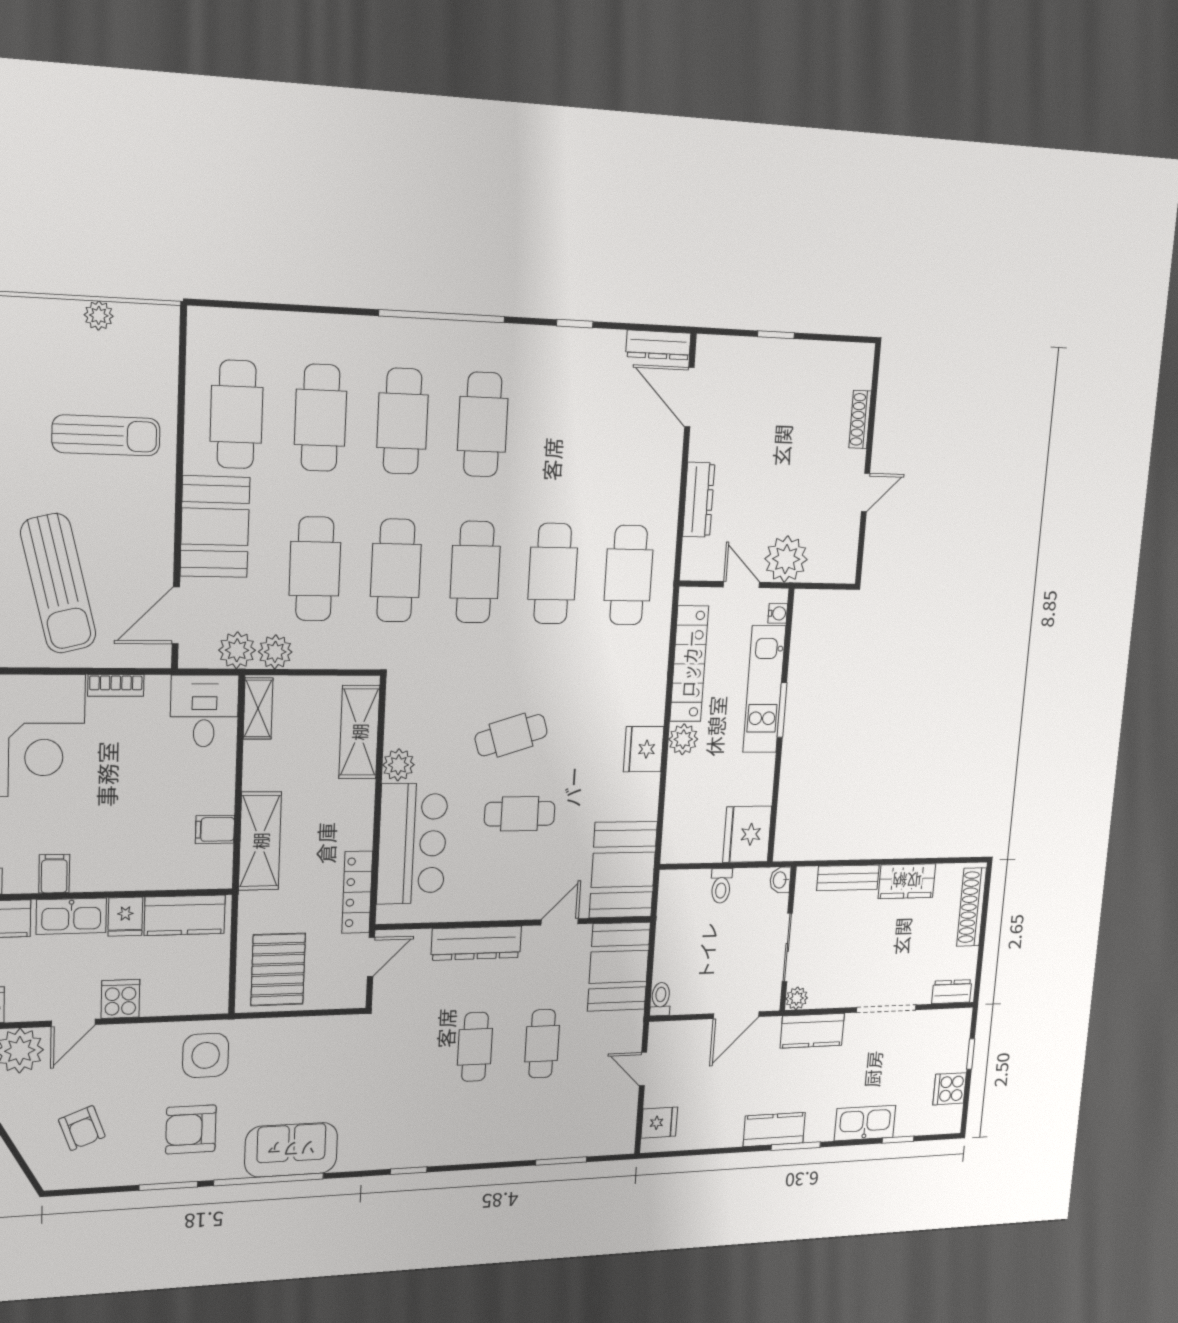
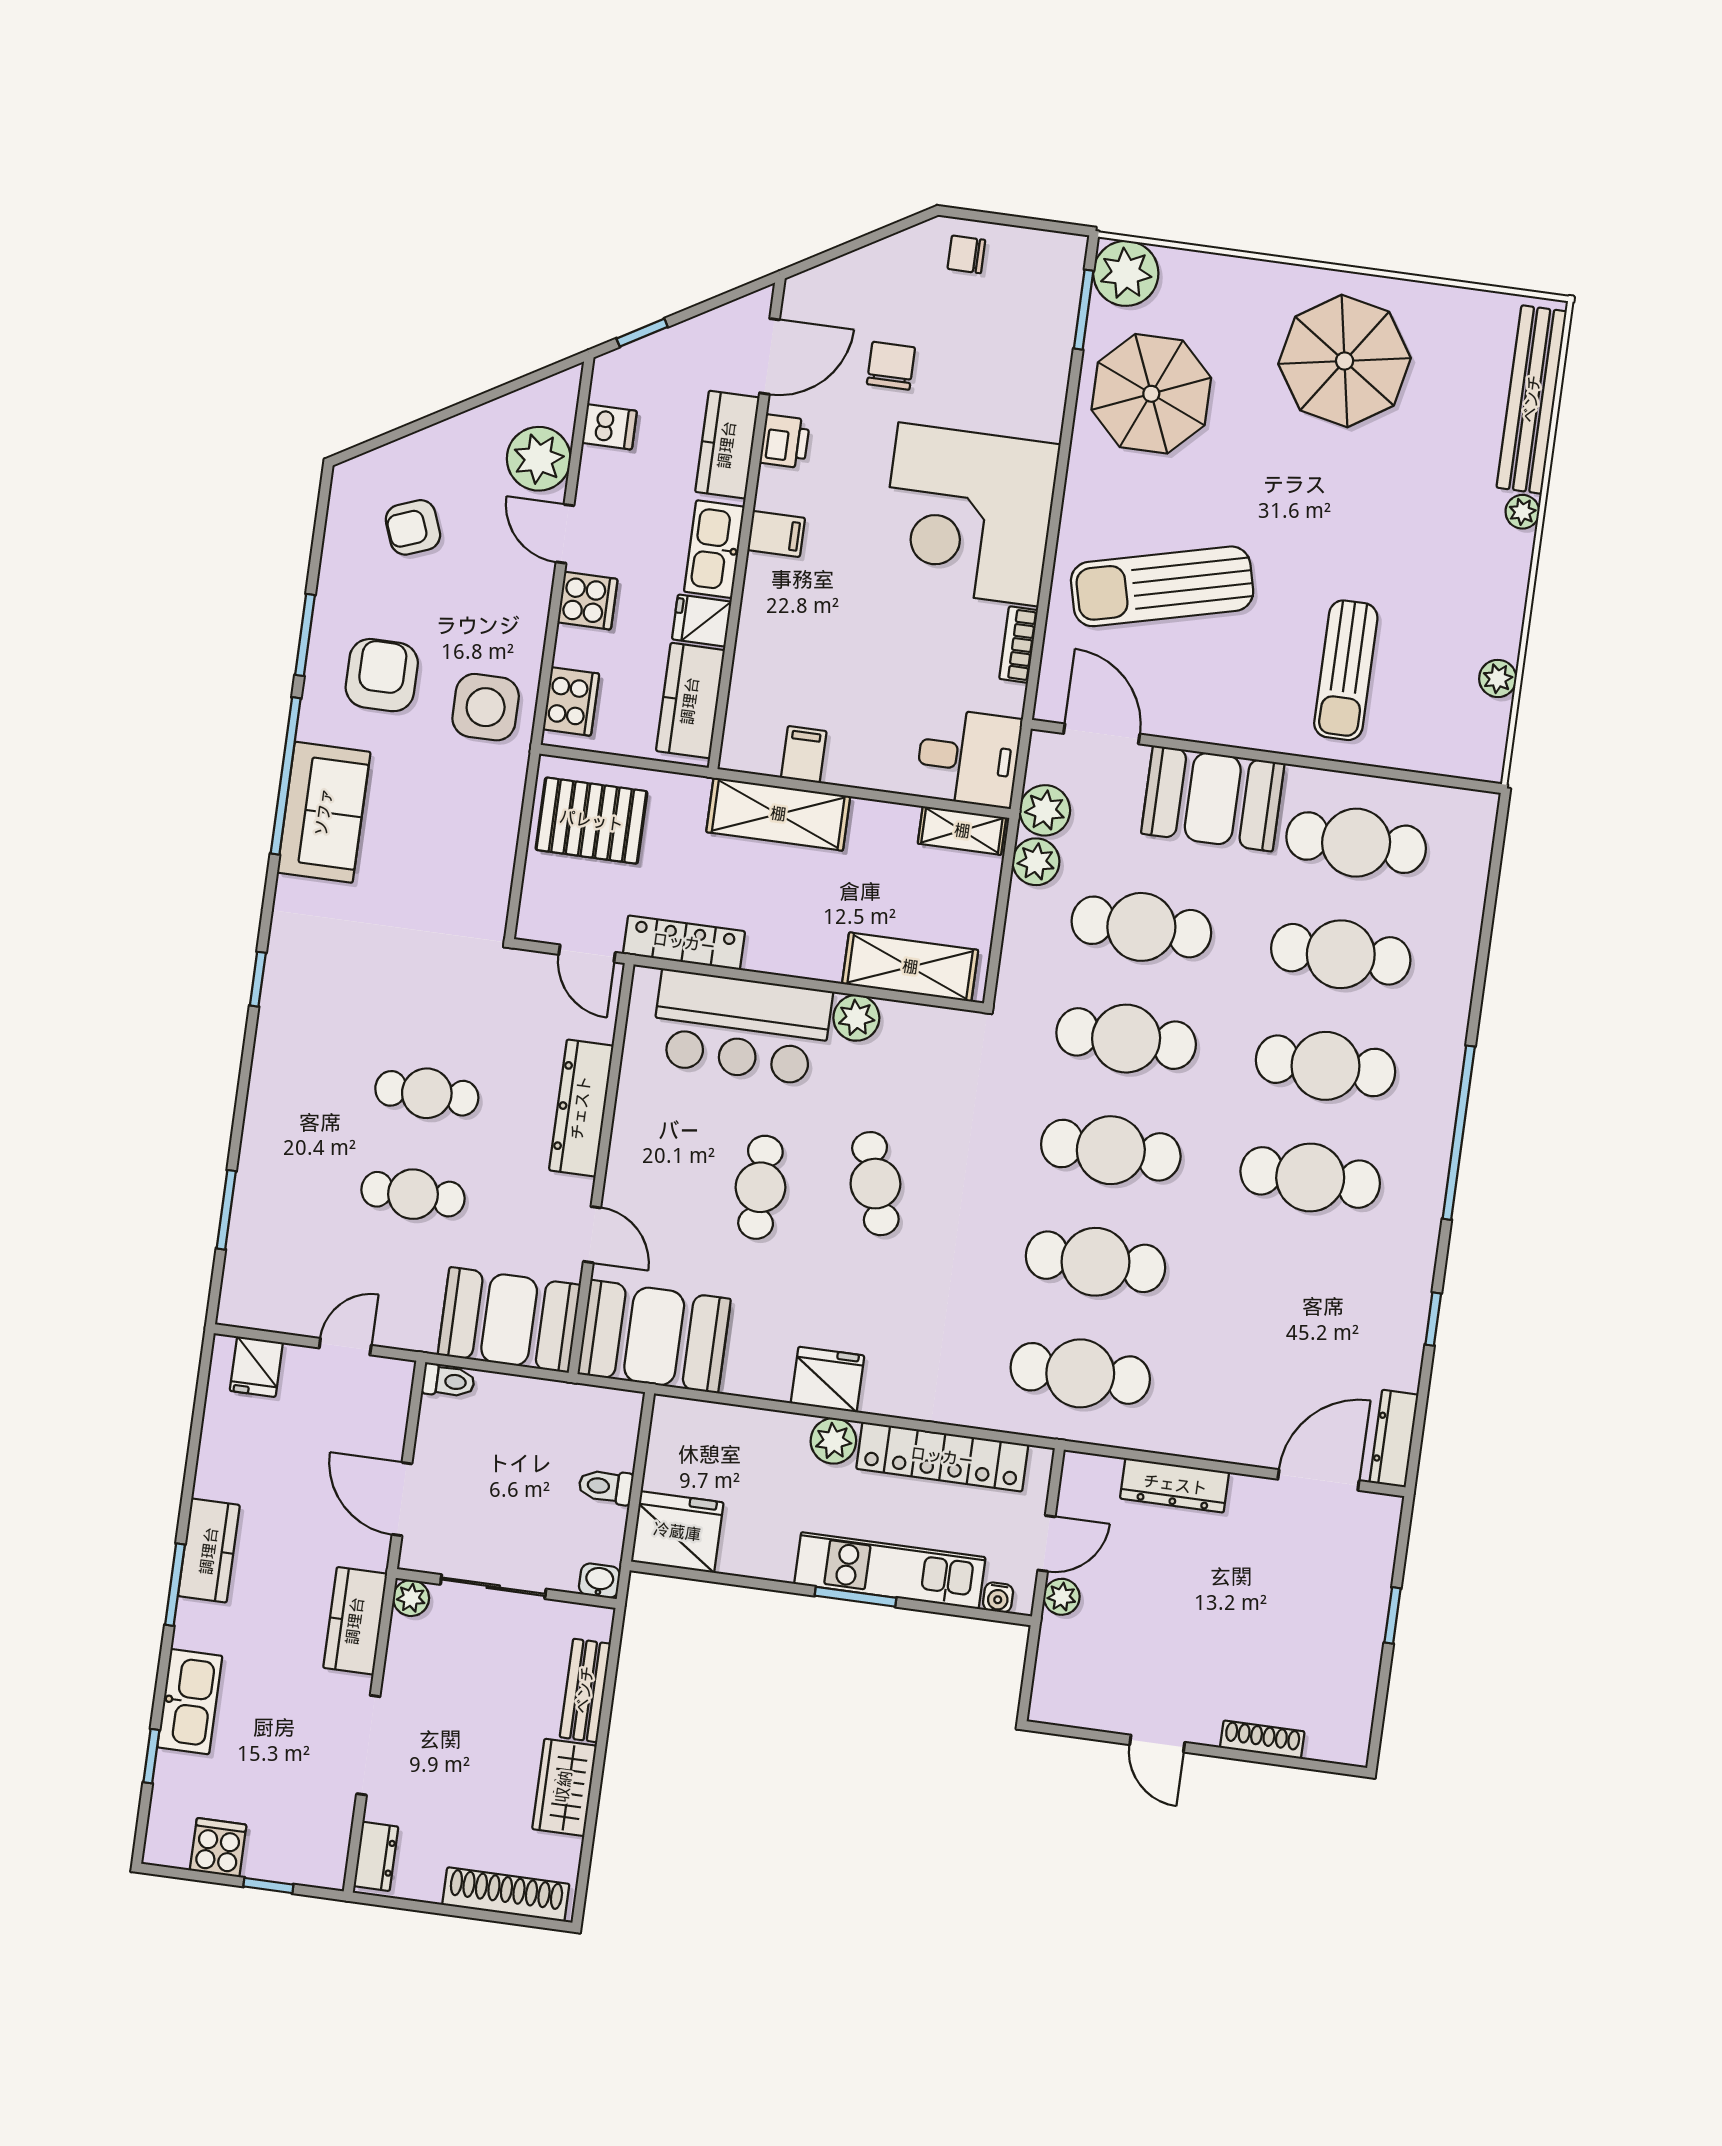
plant: (786, 559) -> (1062, 1597), width x0.53, depth x0.53
cooker: (195, 998) -> (571, 701), added

